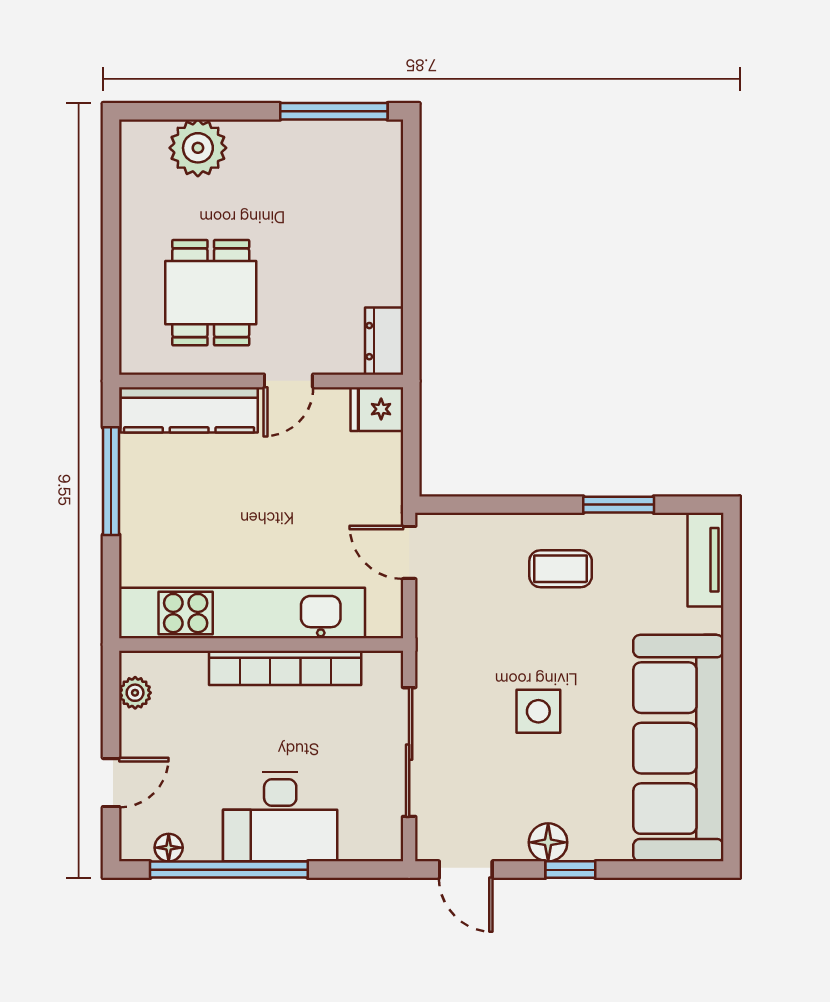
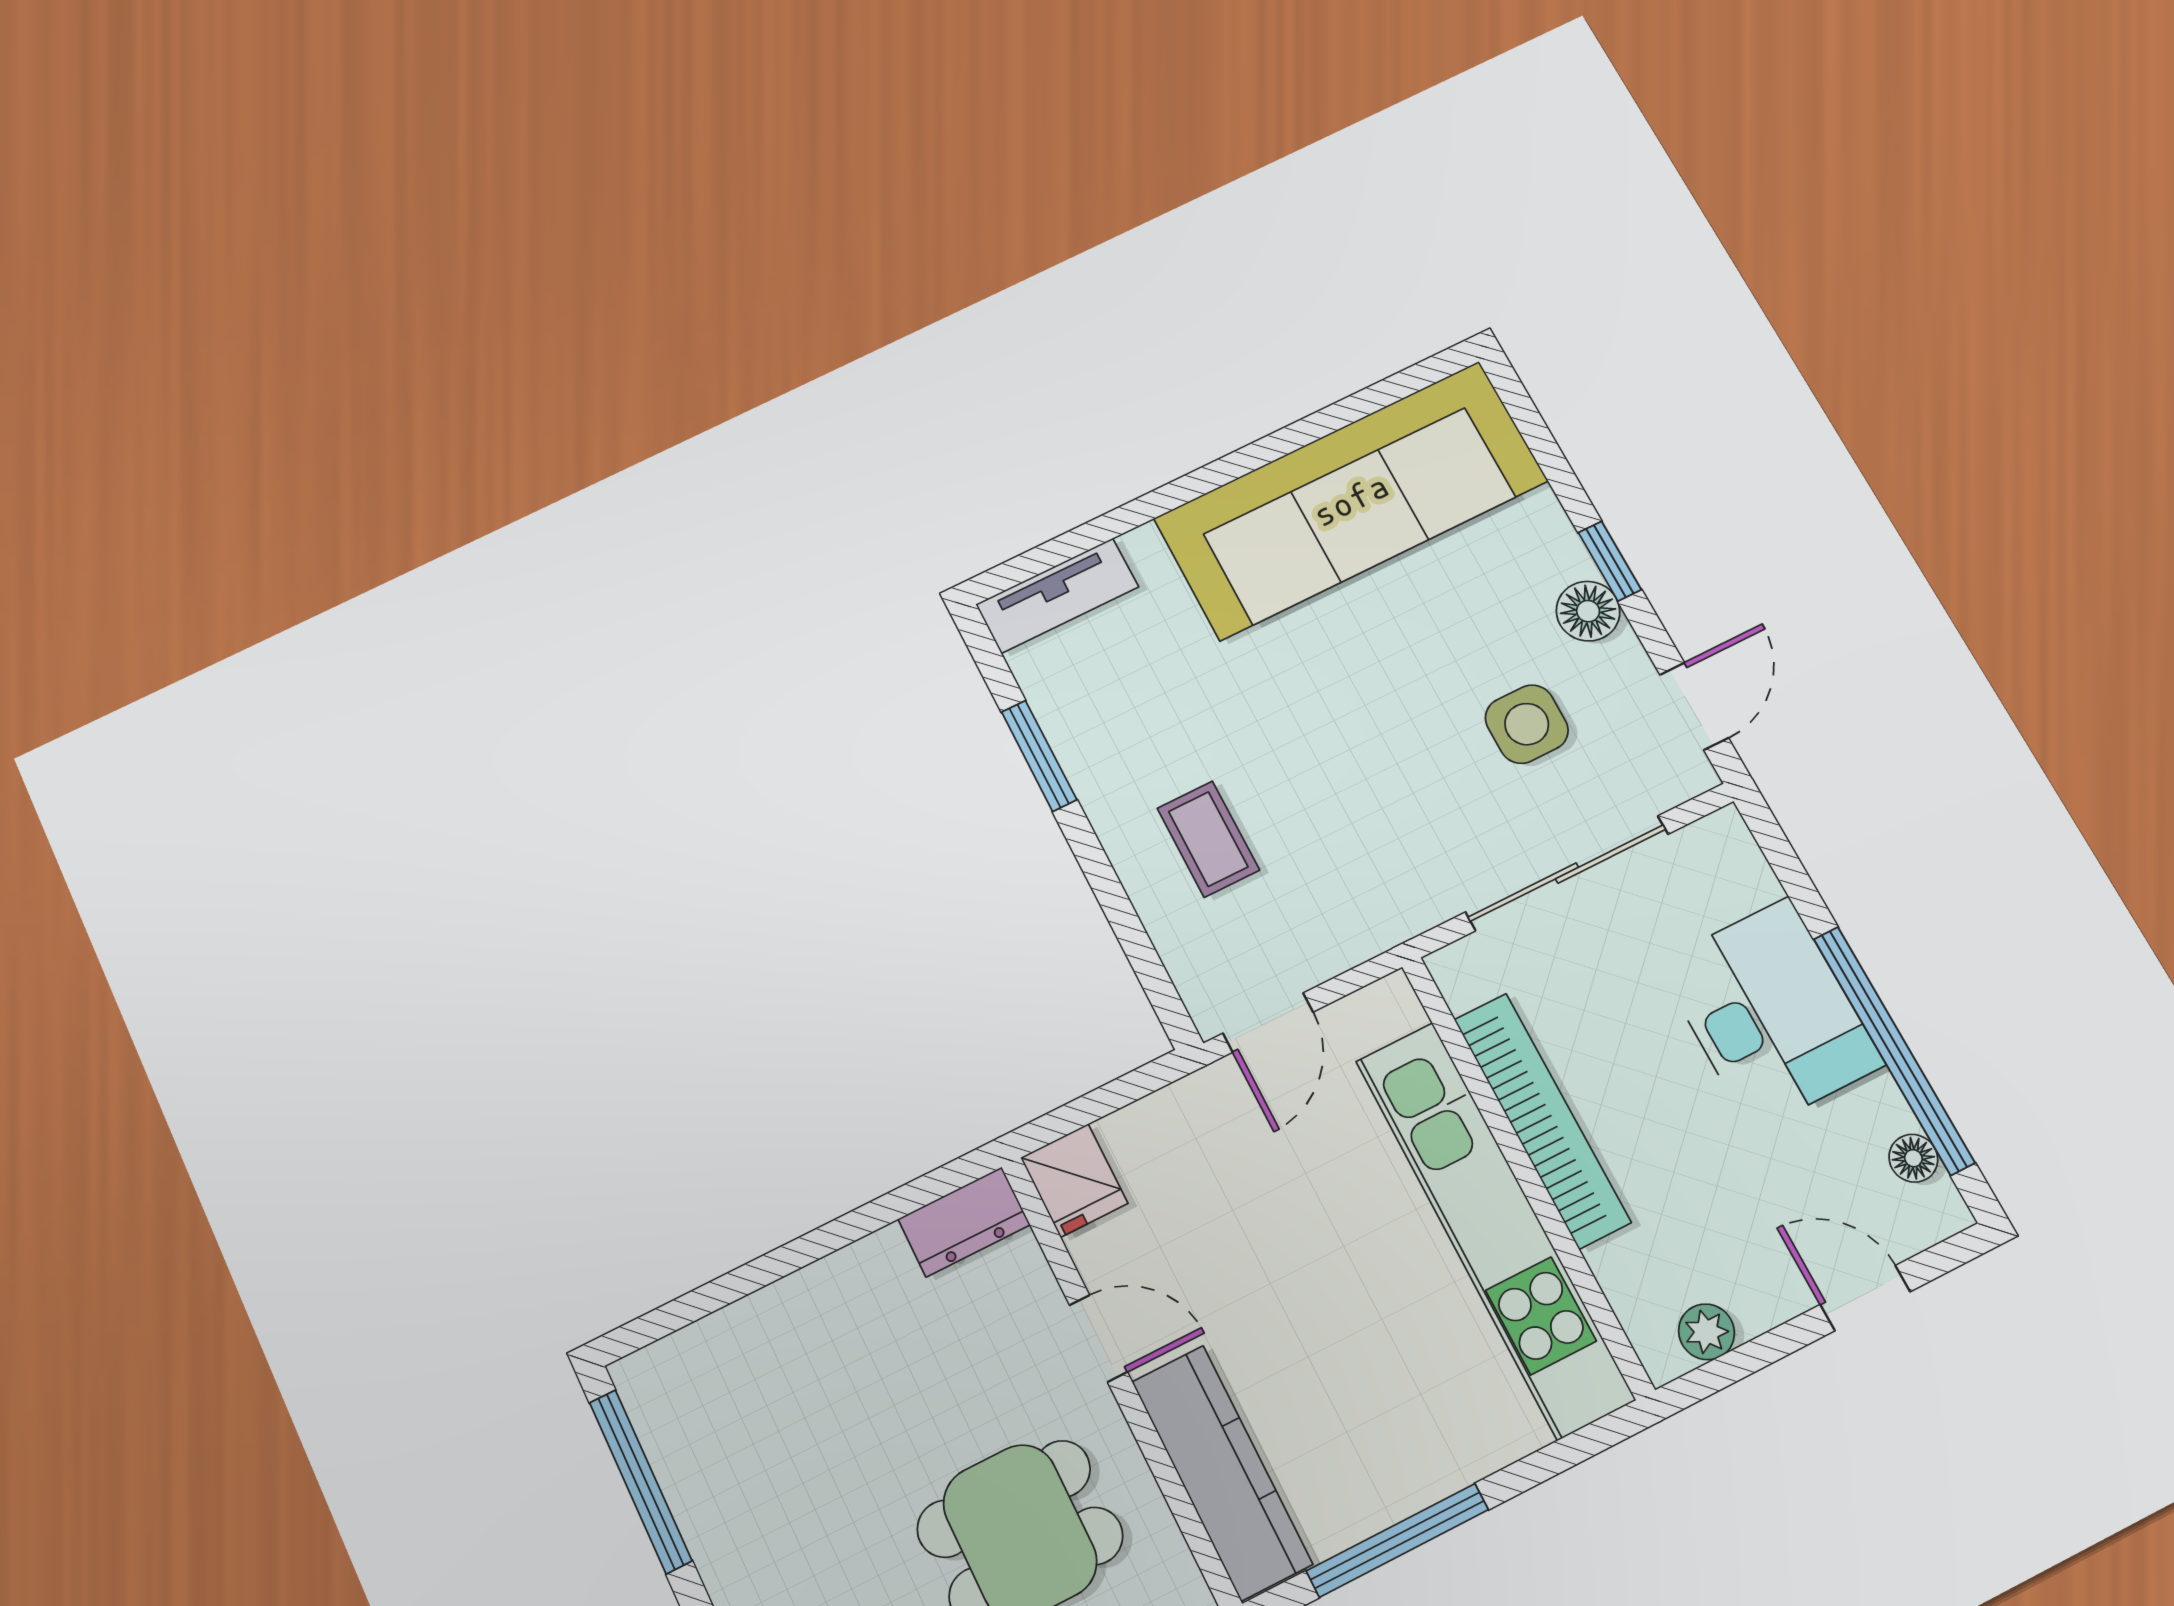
coffee table: (561, 569) -> (1208, 839), moved
side table: (538, 711) -> (1527, 724), moved

